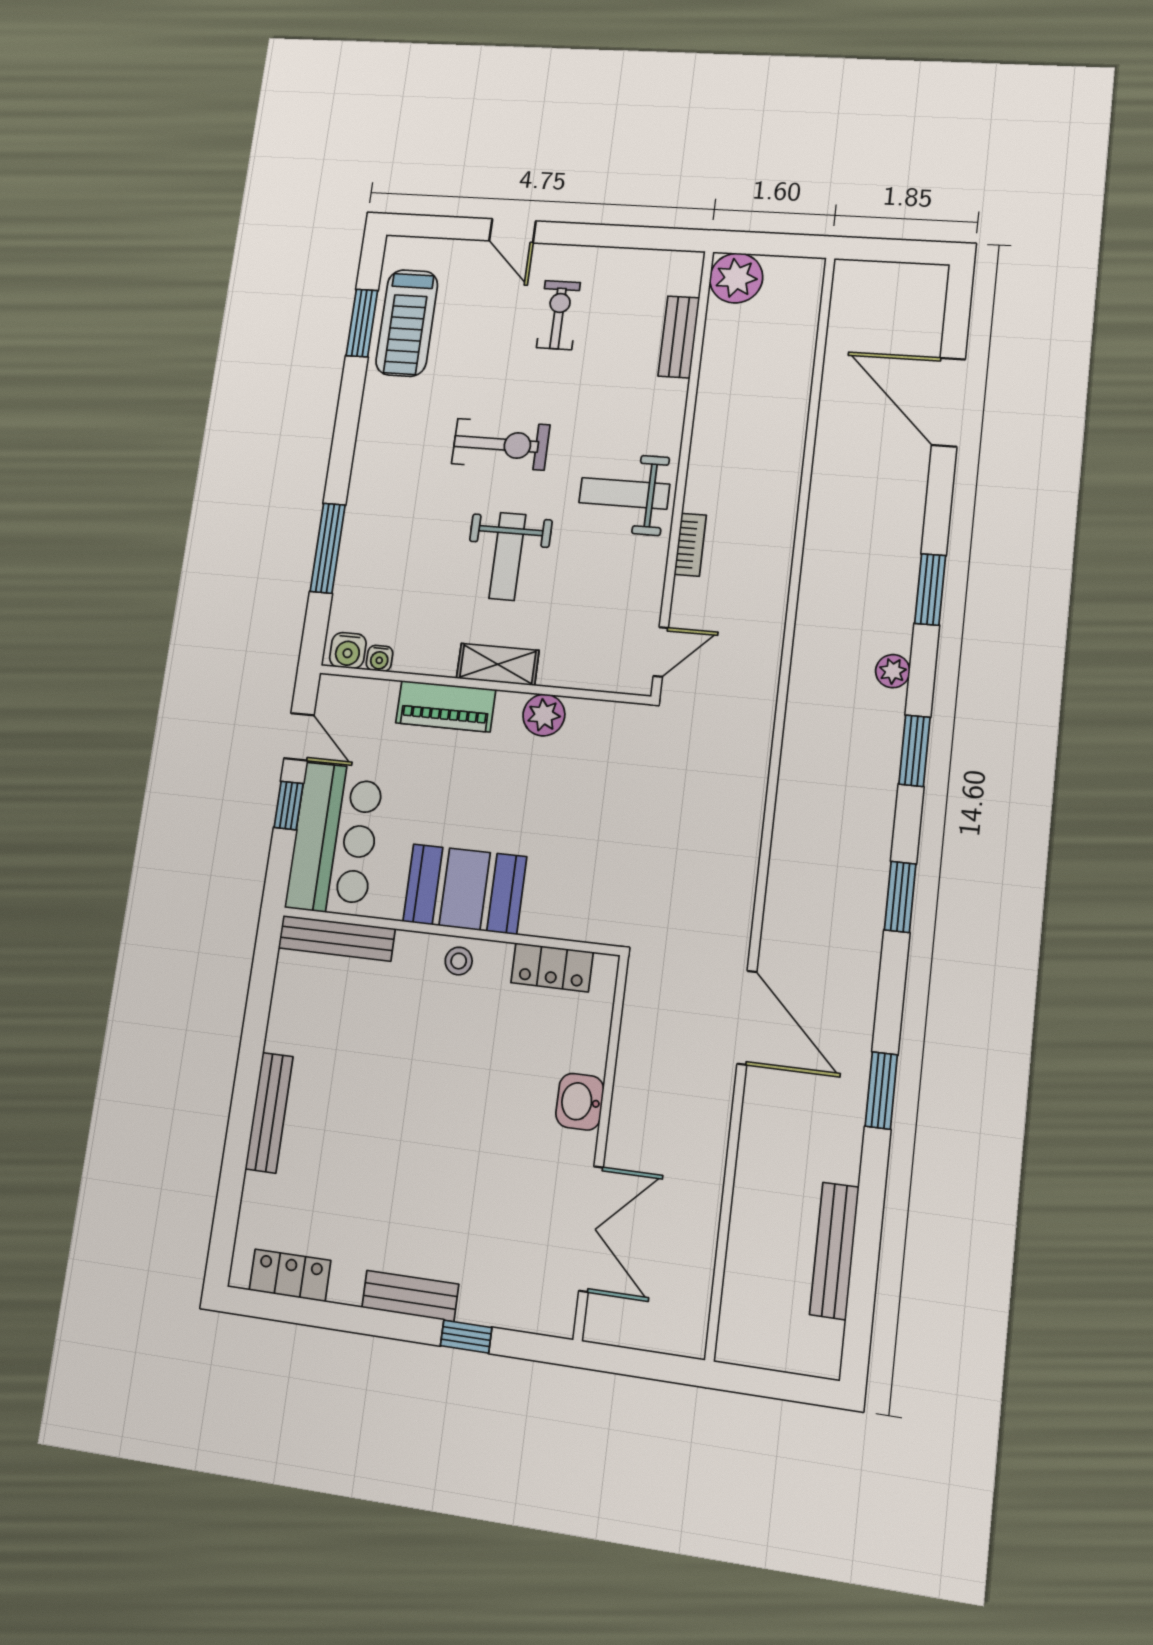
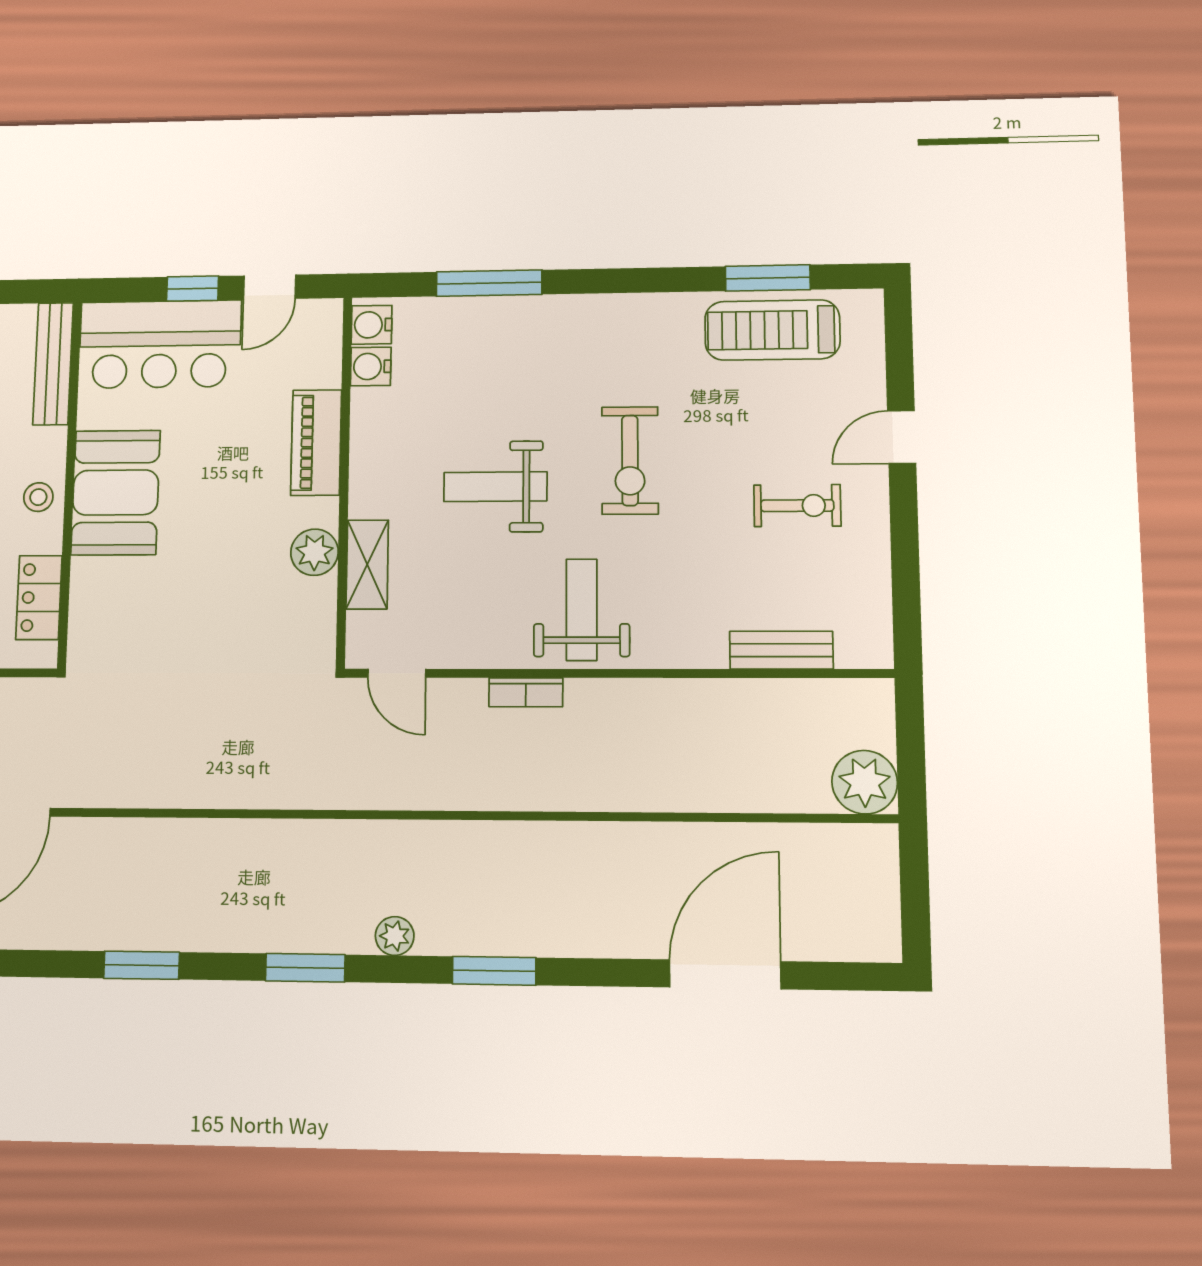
plant: (736, 278) -> (865, 782), moved
water cooler: (380, 658) -> (371, 366), width x1.38, depth x1.38
shelving: (498, 664) -> (367, 564), moved

